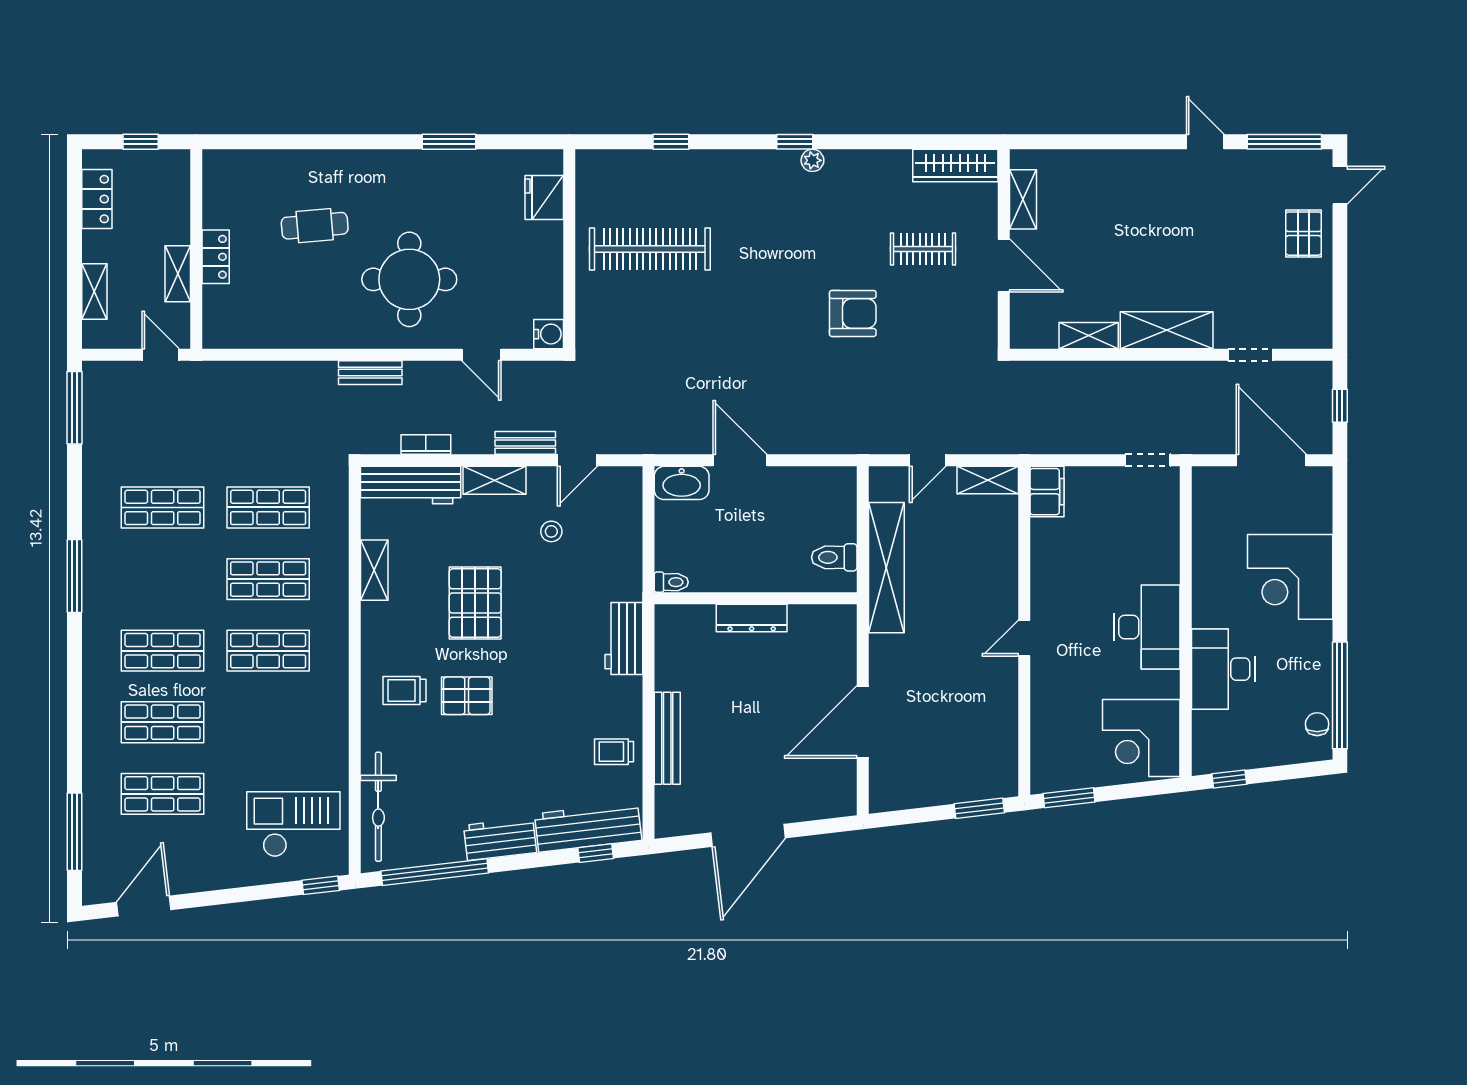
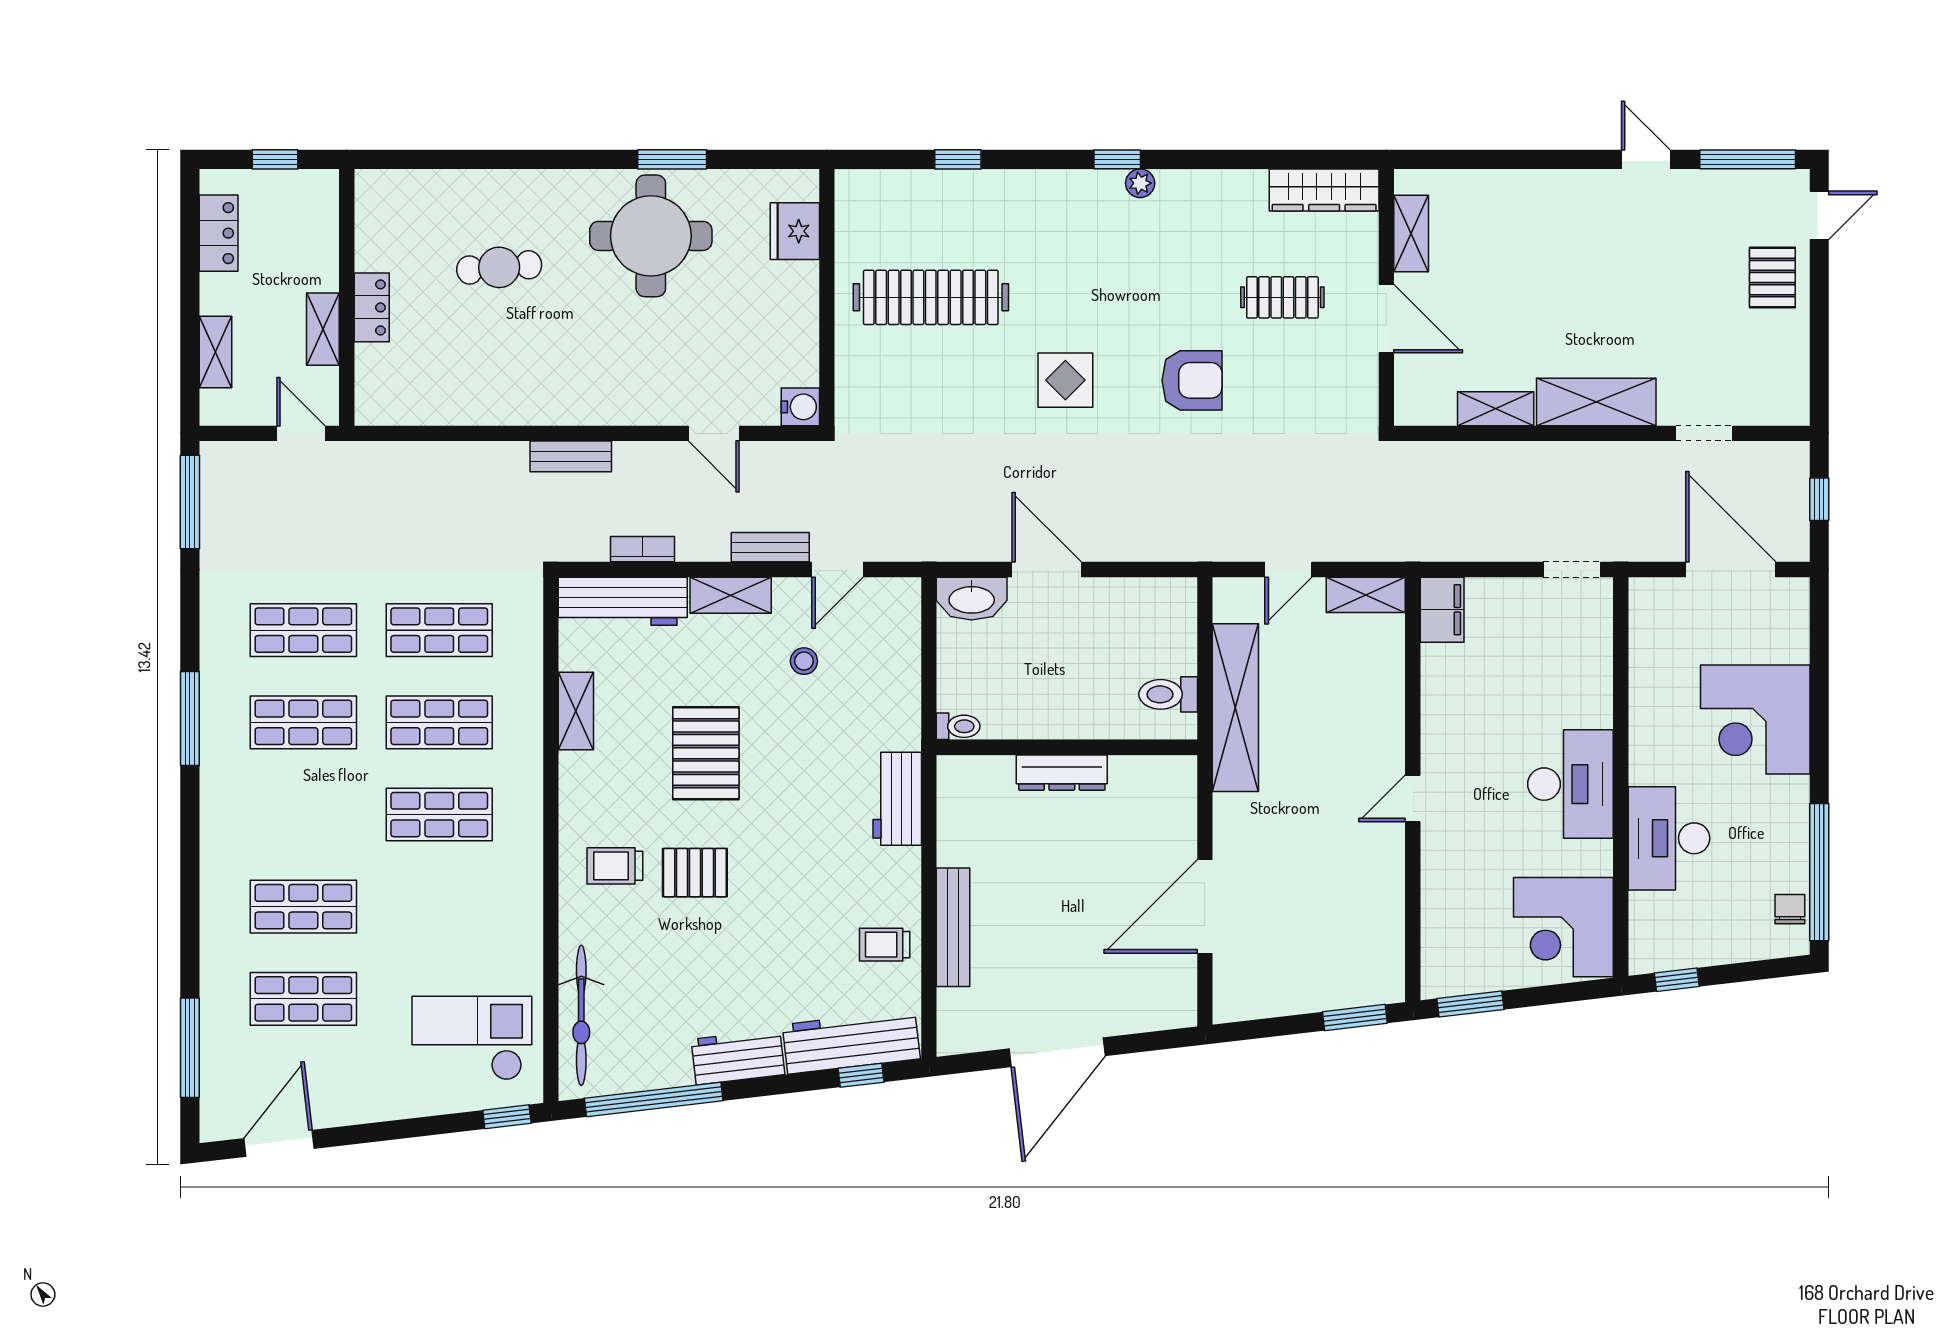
round table: (409, 279) -> (651, 236), moved
display table: (754, 313) -> (1065, 380), added
shop shelf: (163, 651) -> (303, 722), moved

